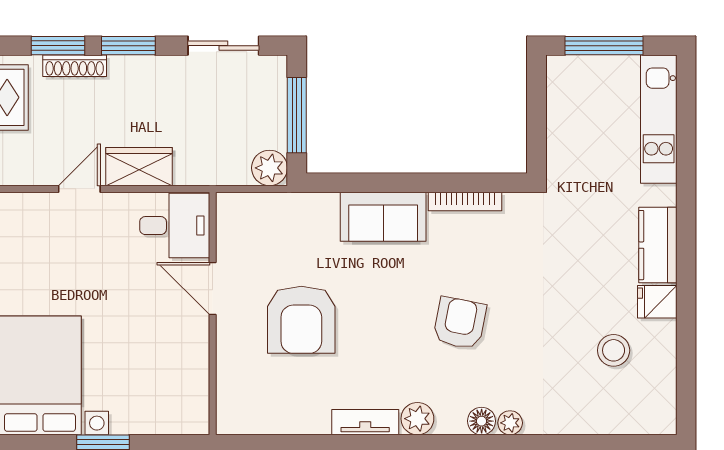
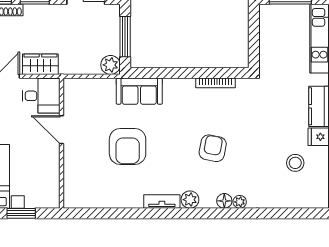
sofa: (383, 217) -> (139, 91), moved
desk: (175, 226) -> (41, 96), moved
door: (213, 289) -> (62, 130), moved
wall: (213, 313) -> (62, 143), moved

